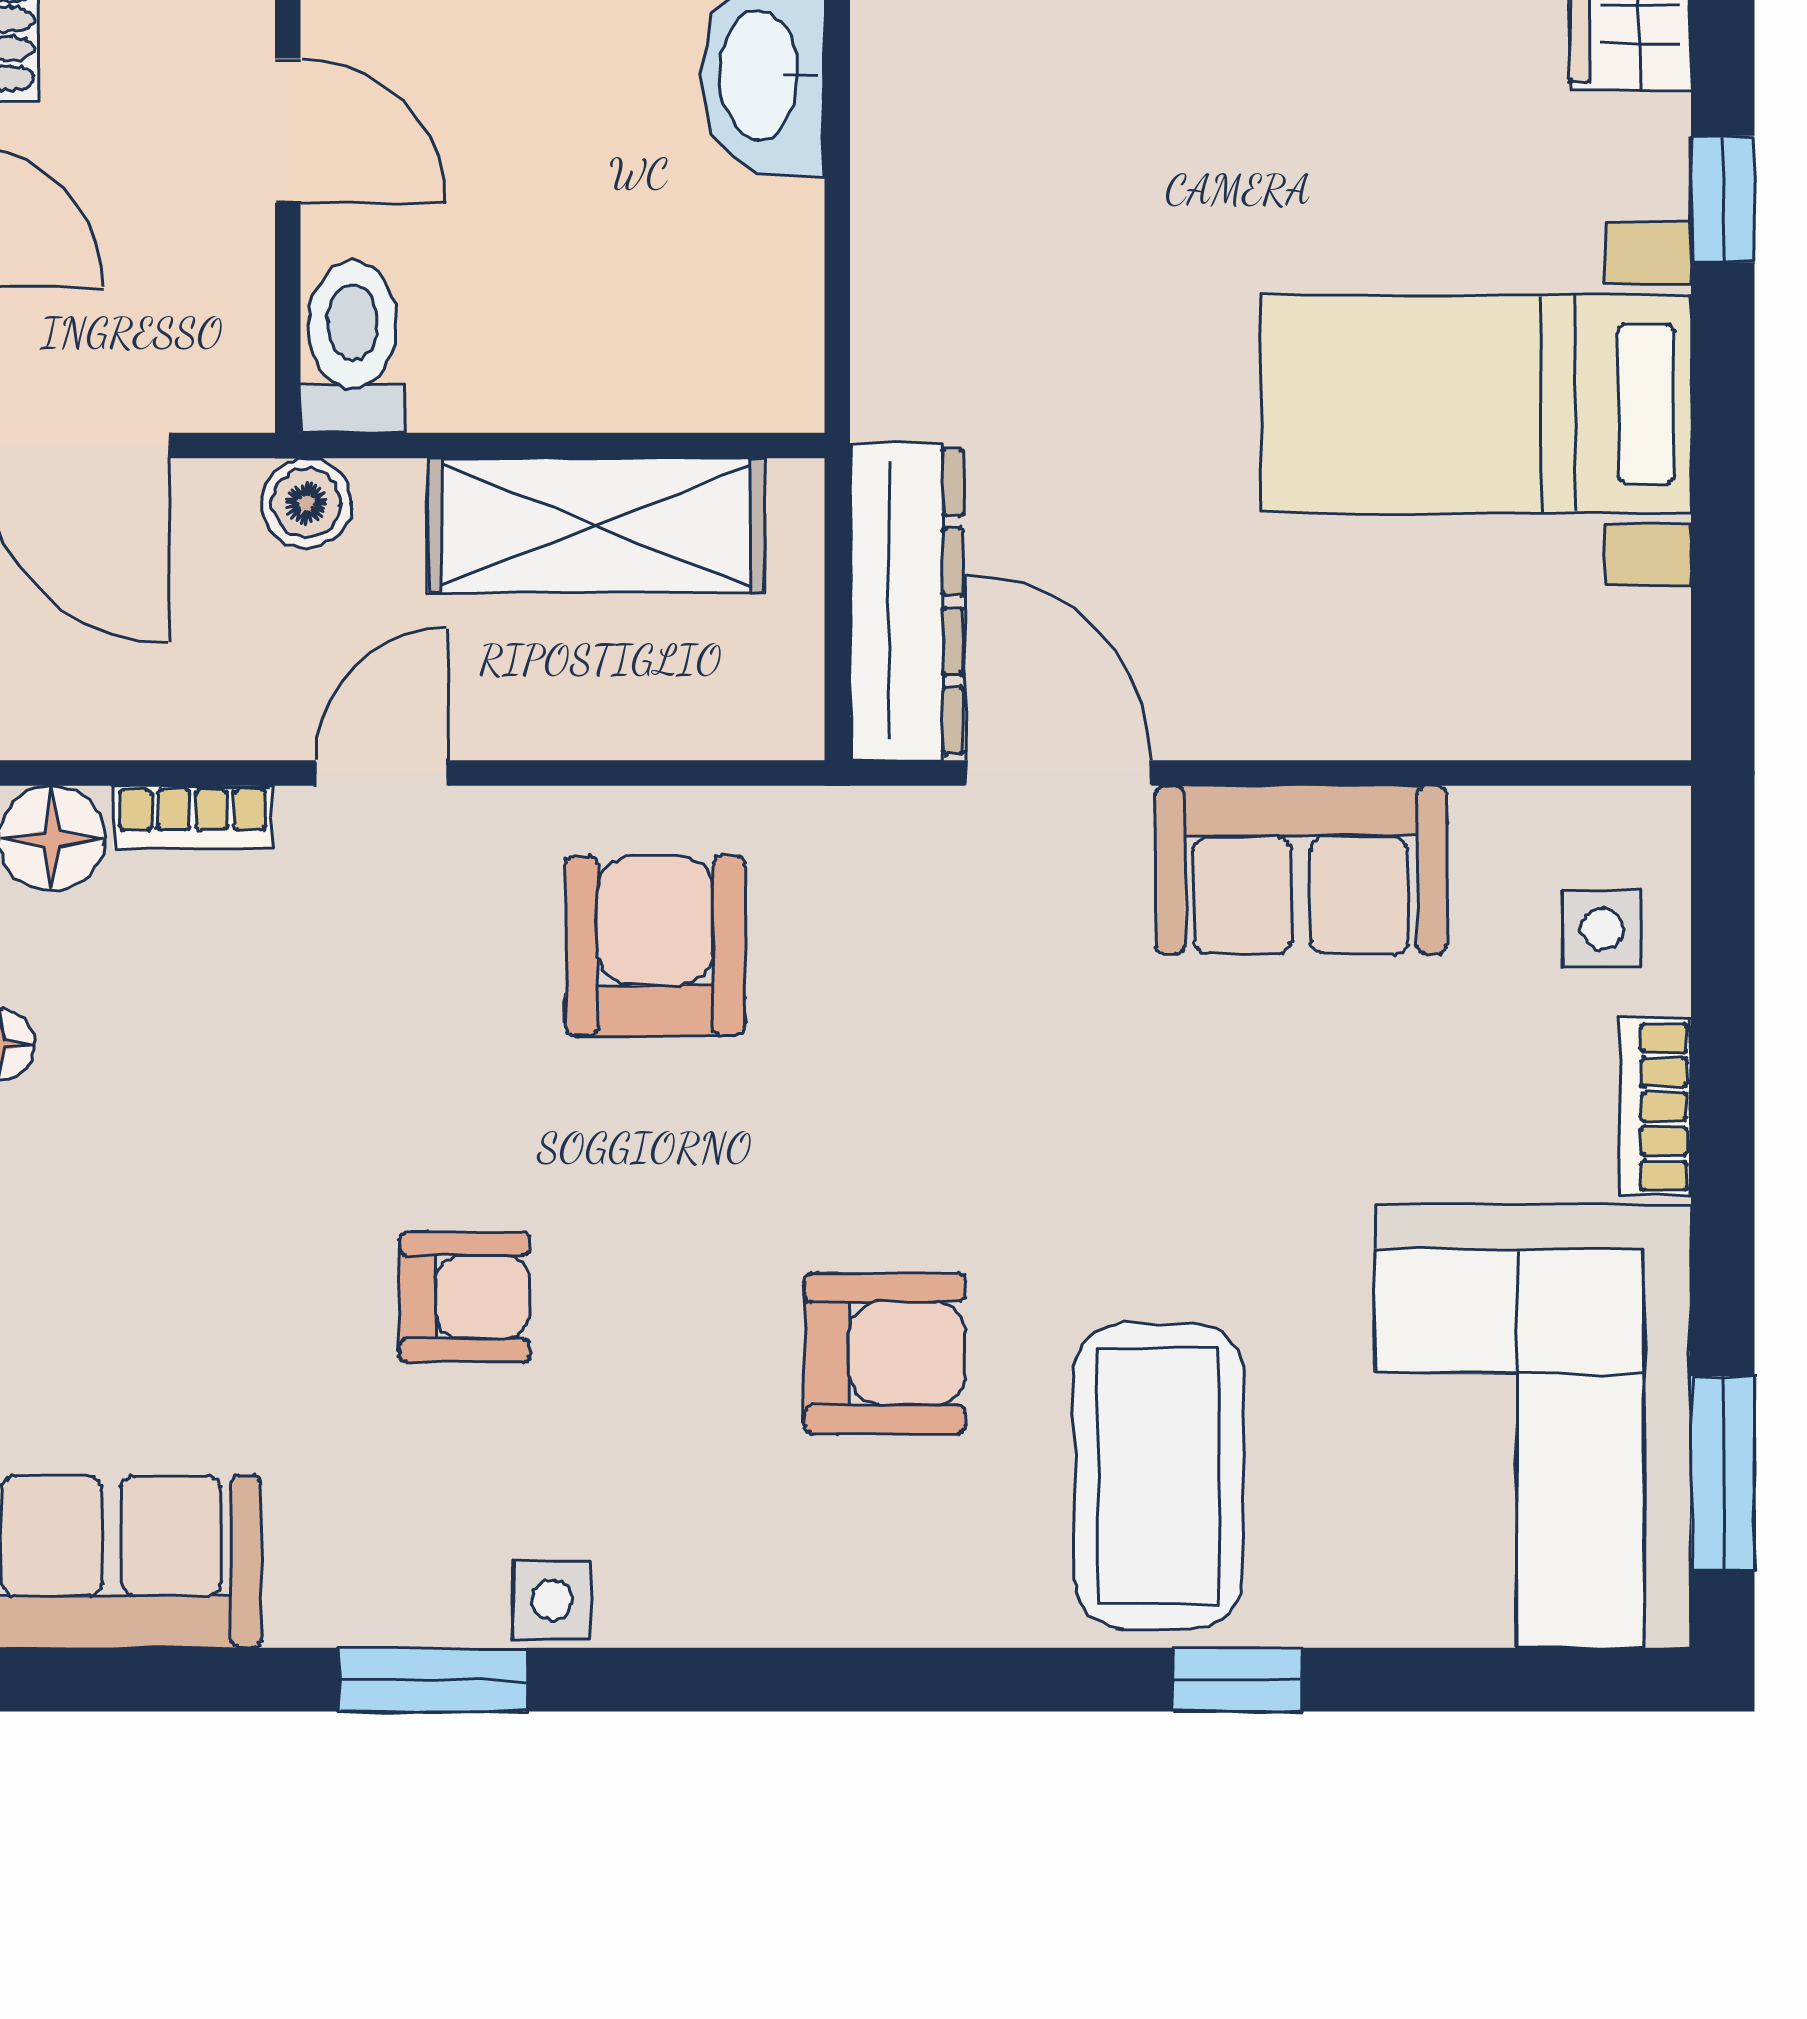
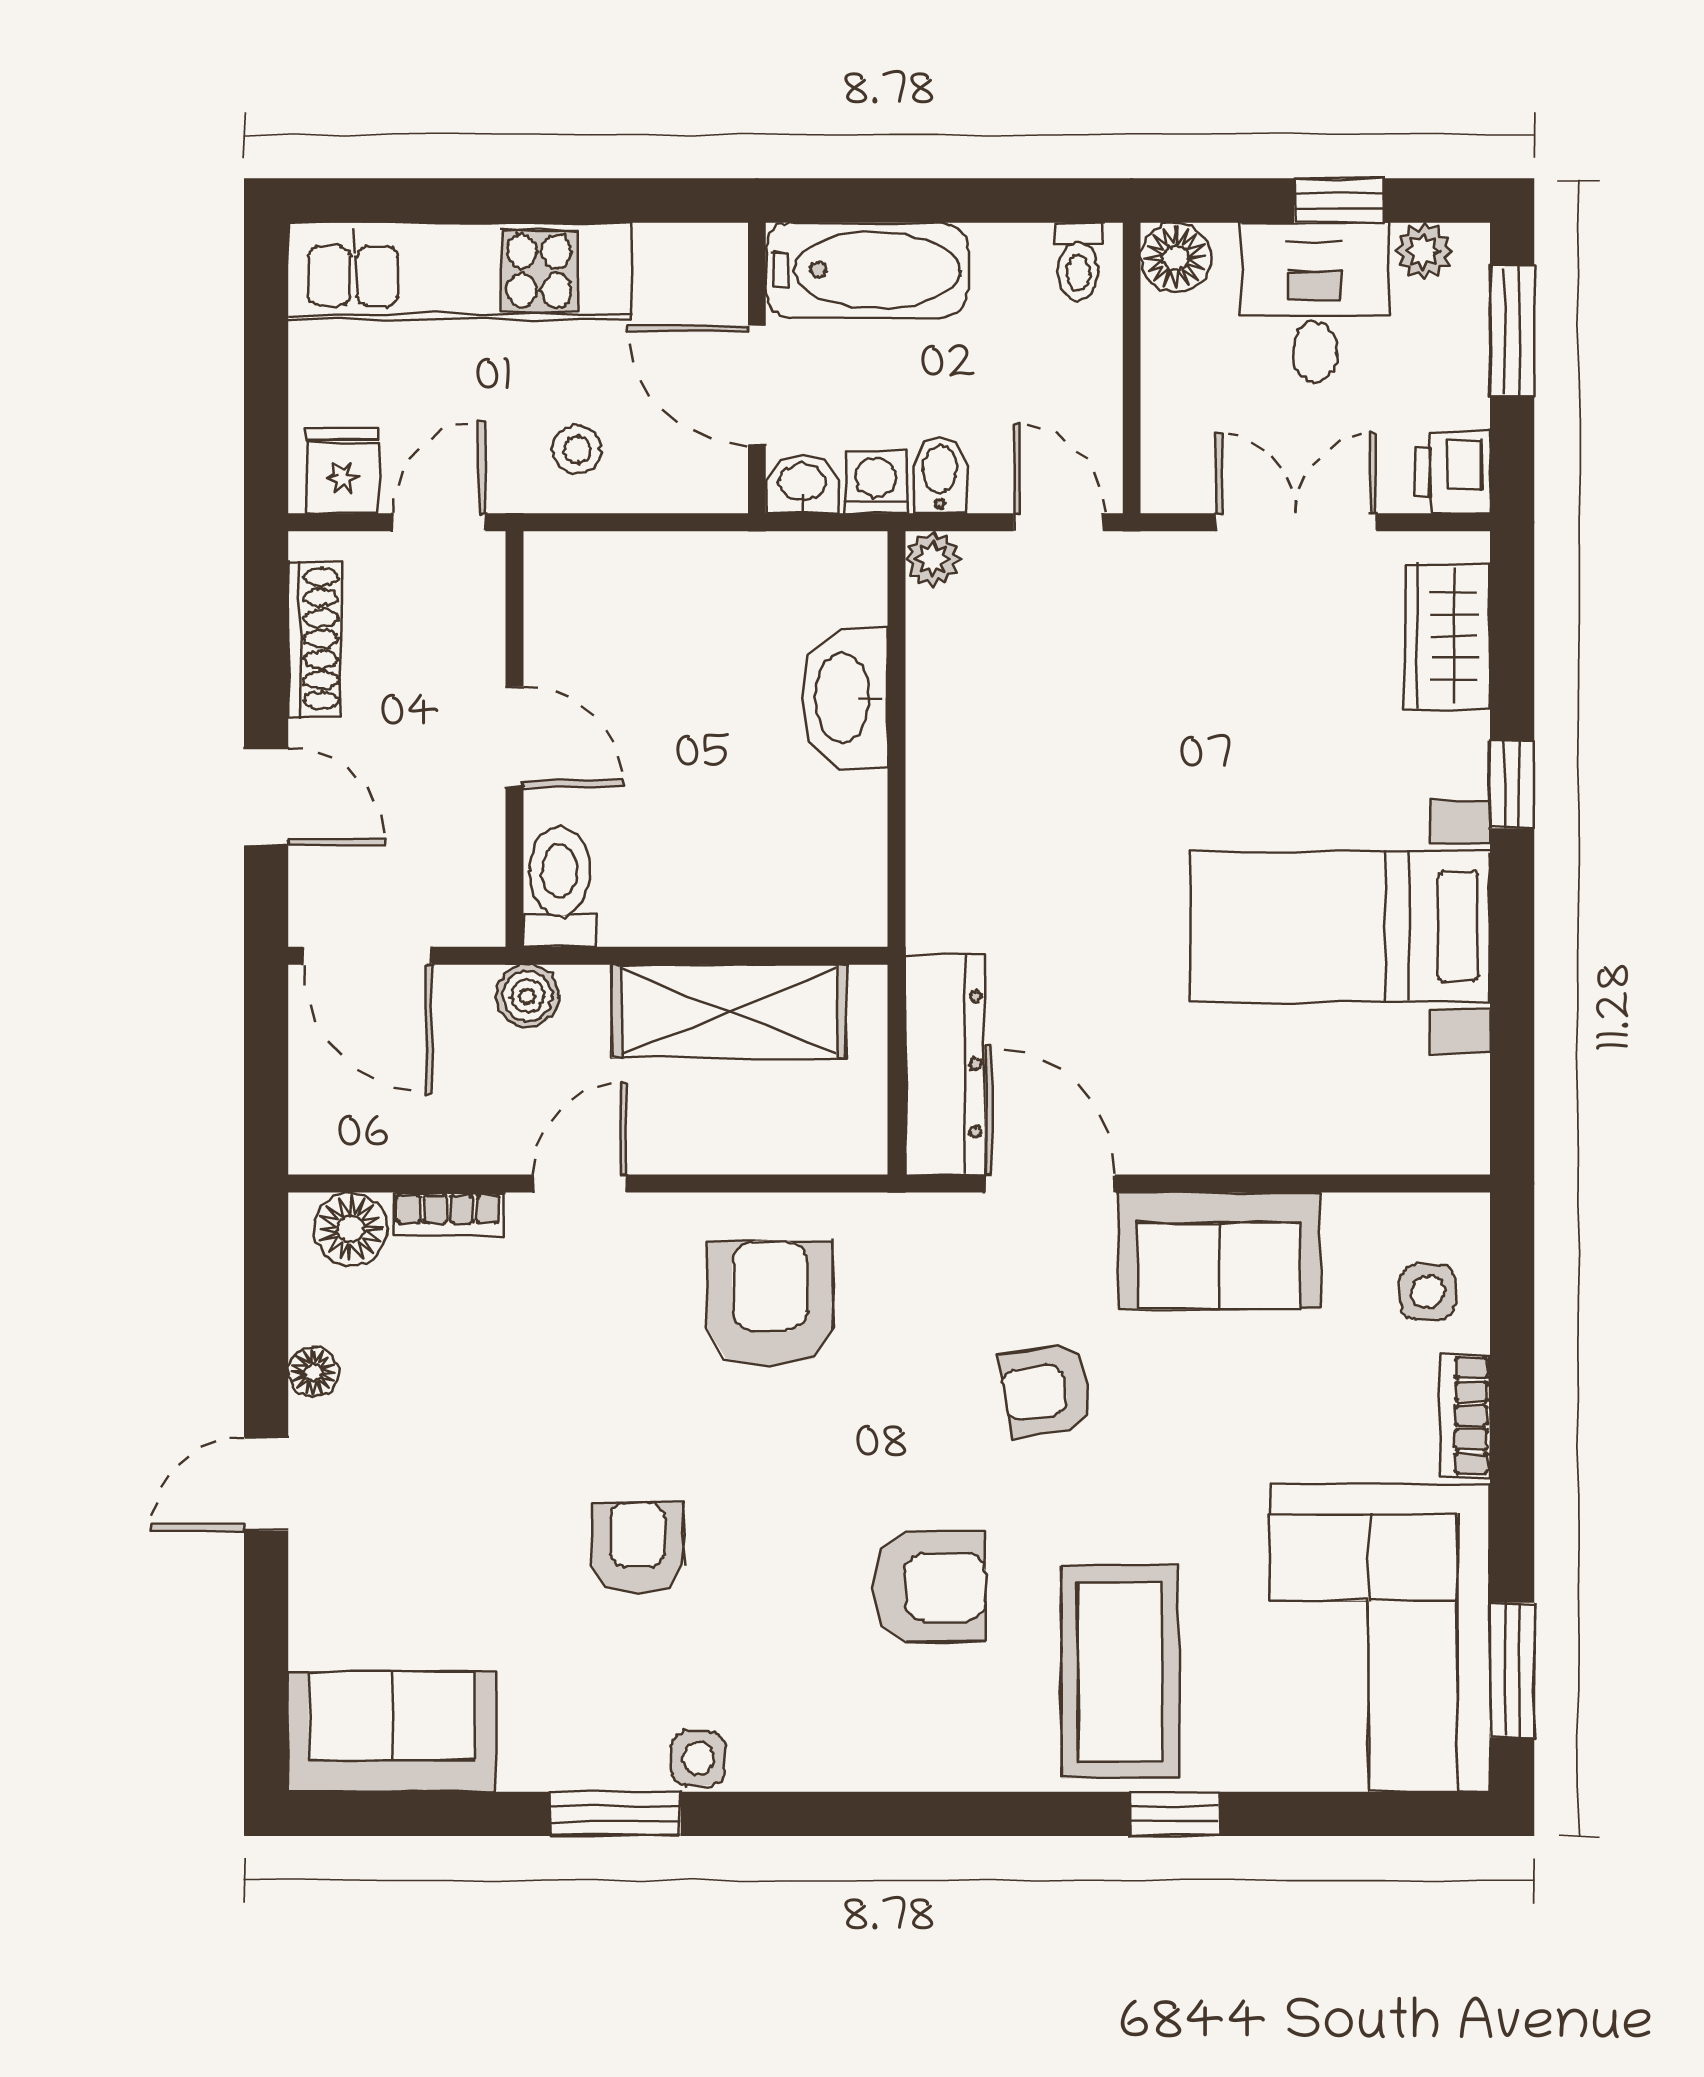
armchair: (1053, 1070) -> (1047, 1390), added
armchair: (465, 1297) -> (637, 1548), turned -90

